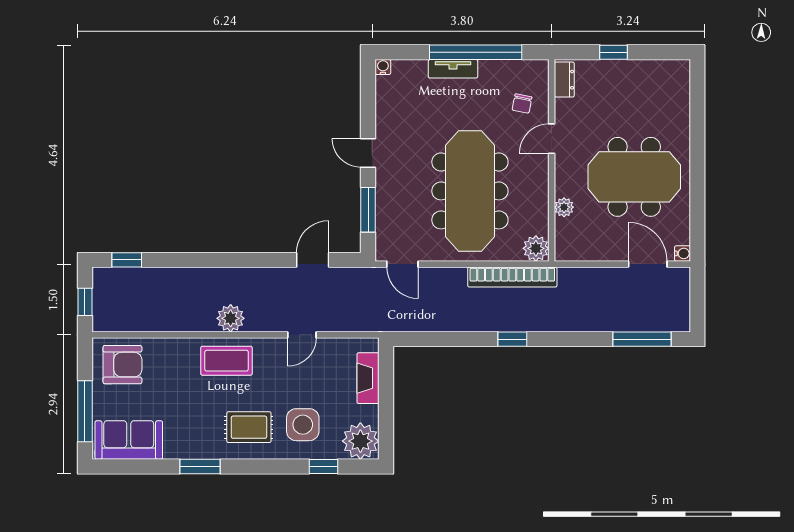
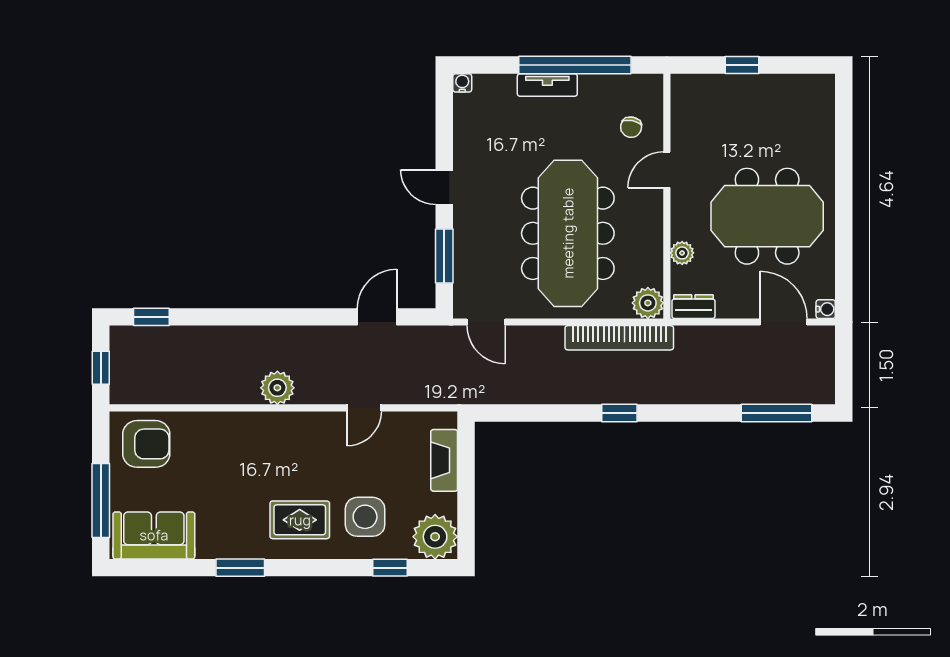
dresser: (564, 80) -> (693, 307), moved, turned -90
coffee table: (227, 361) -> (273, 439), removed

